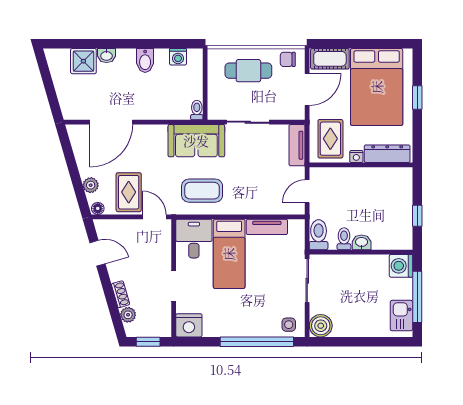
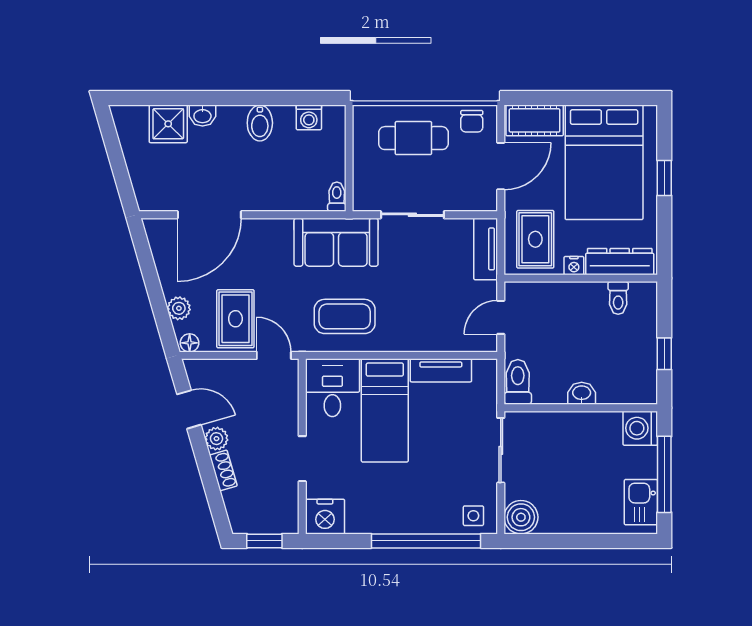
chair: (288, 59) -> (472, 121), turned -90
toilet: (344, 239) -> (618, 298), moved, turned 180
plant: (128, 315) -> (216, 439), moved

